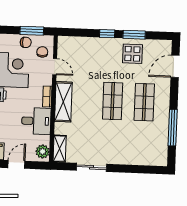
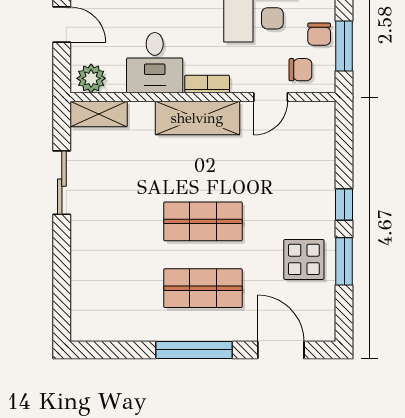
window: (173, 128) -> (194, 350), moved

